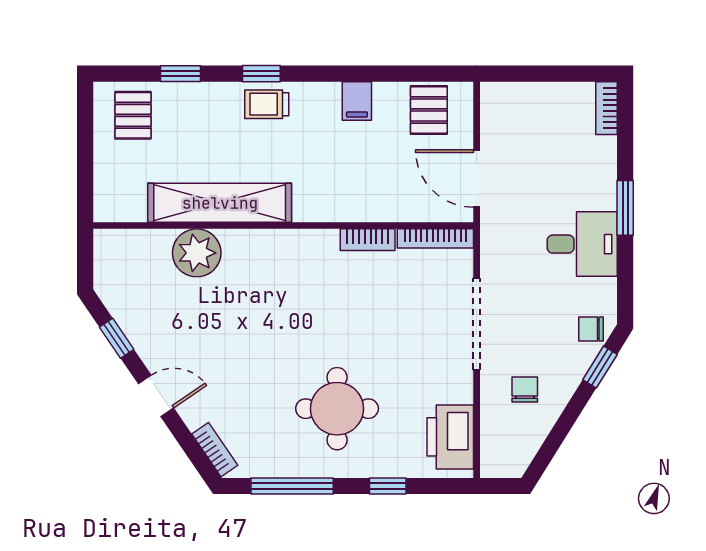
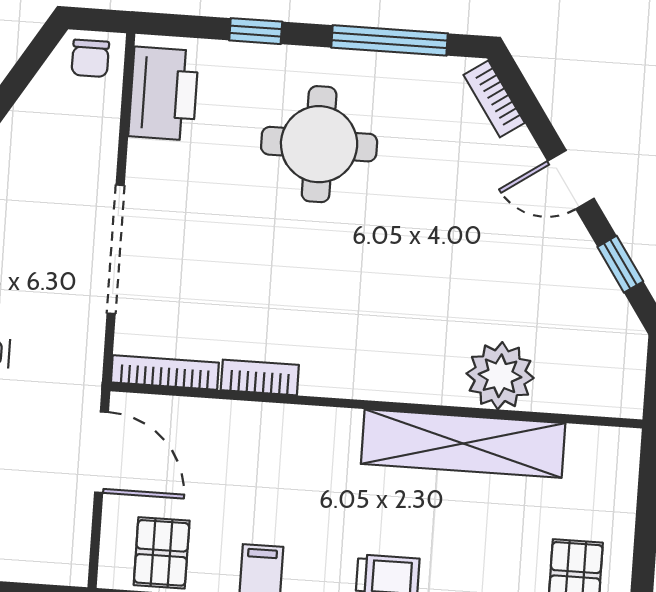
chair: (525, 390) -> (90, 58), moved

